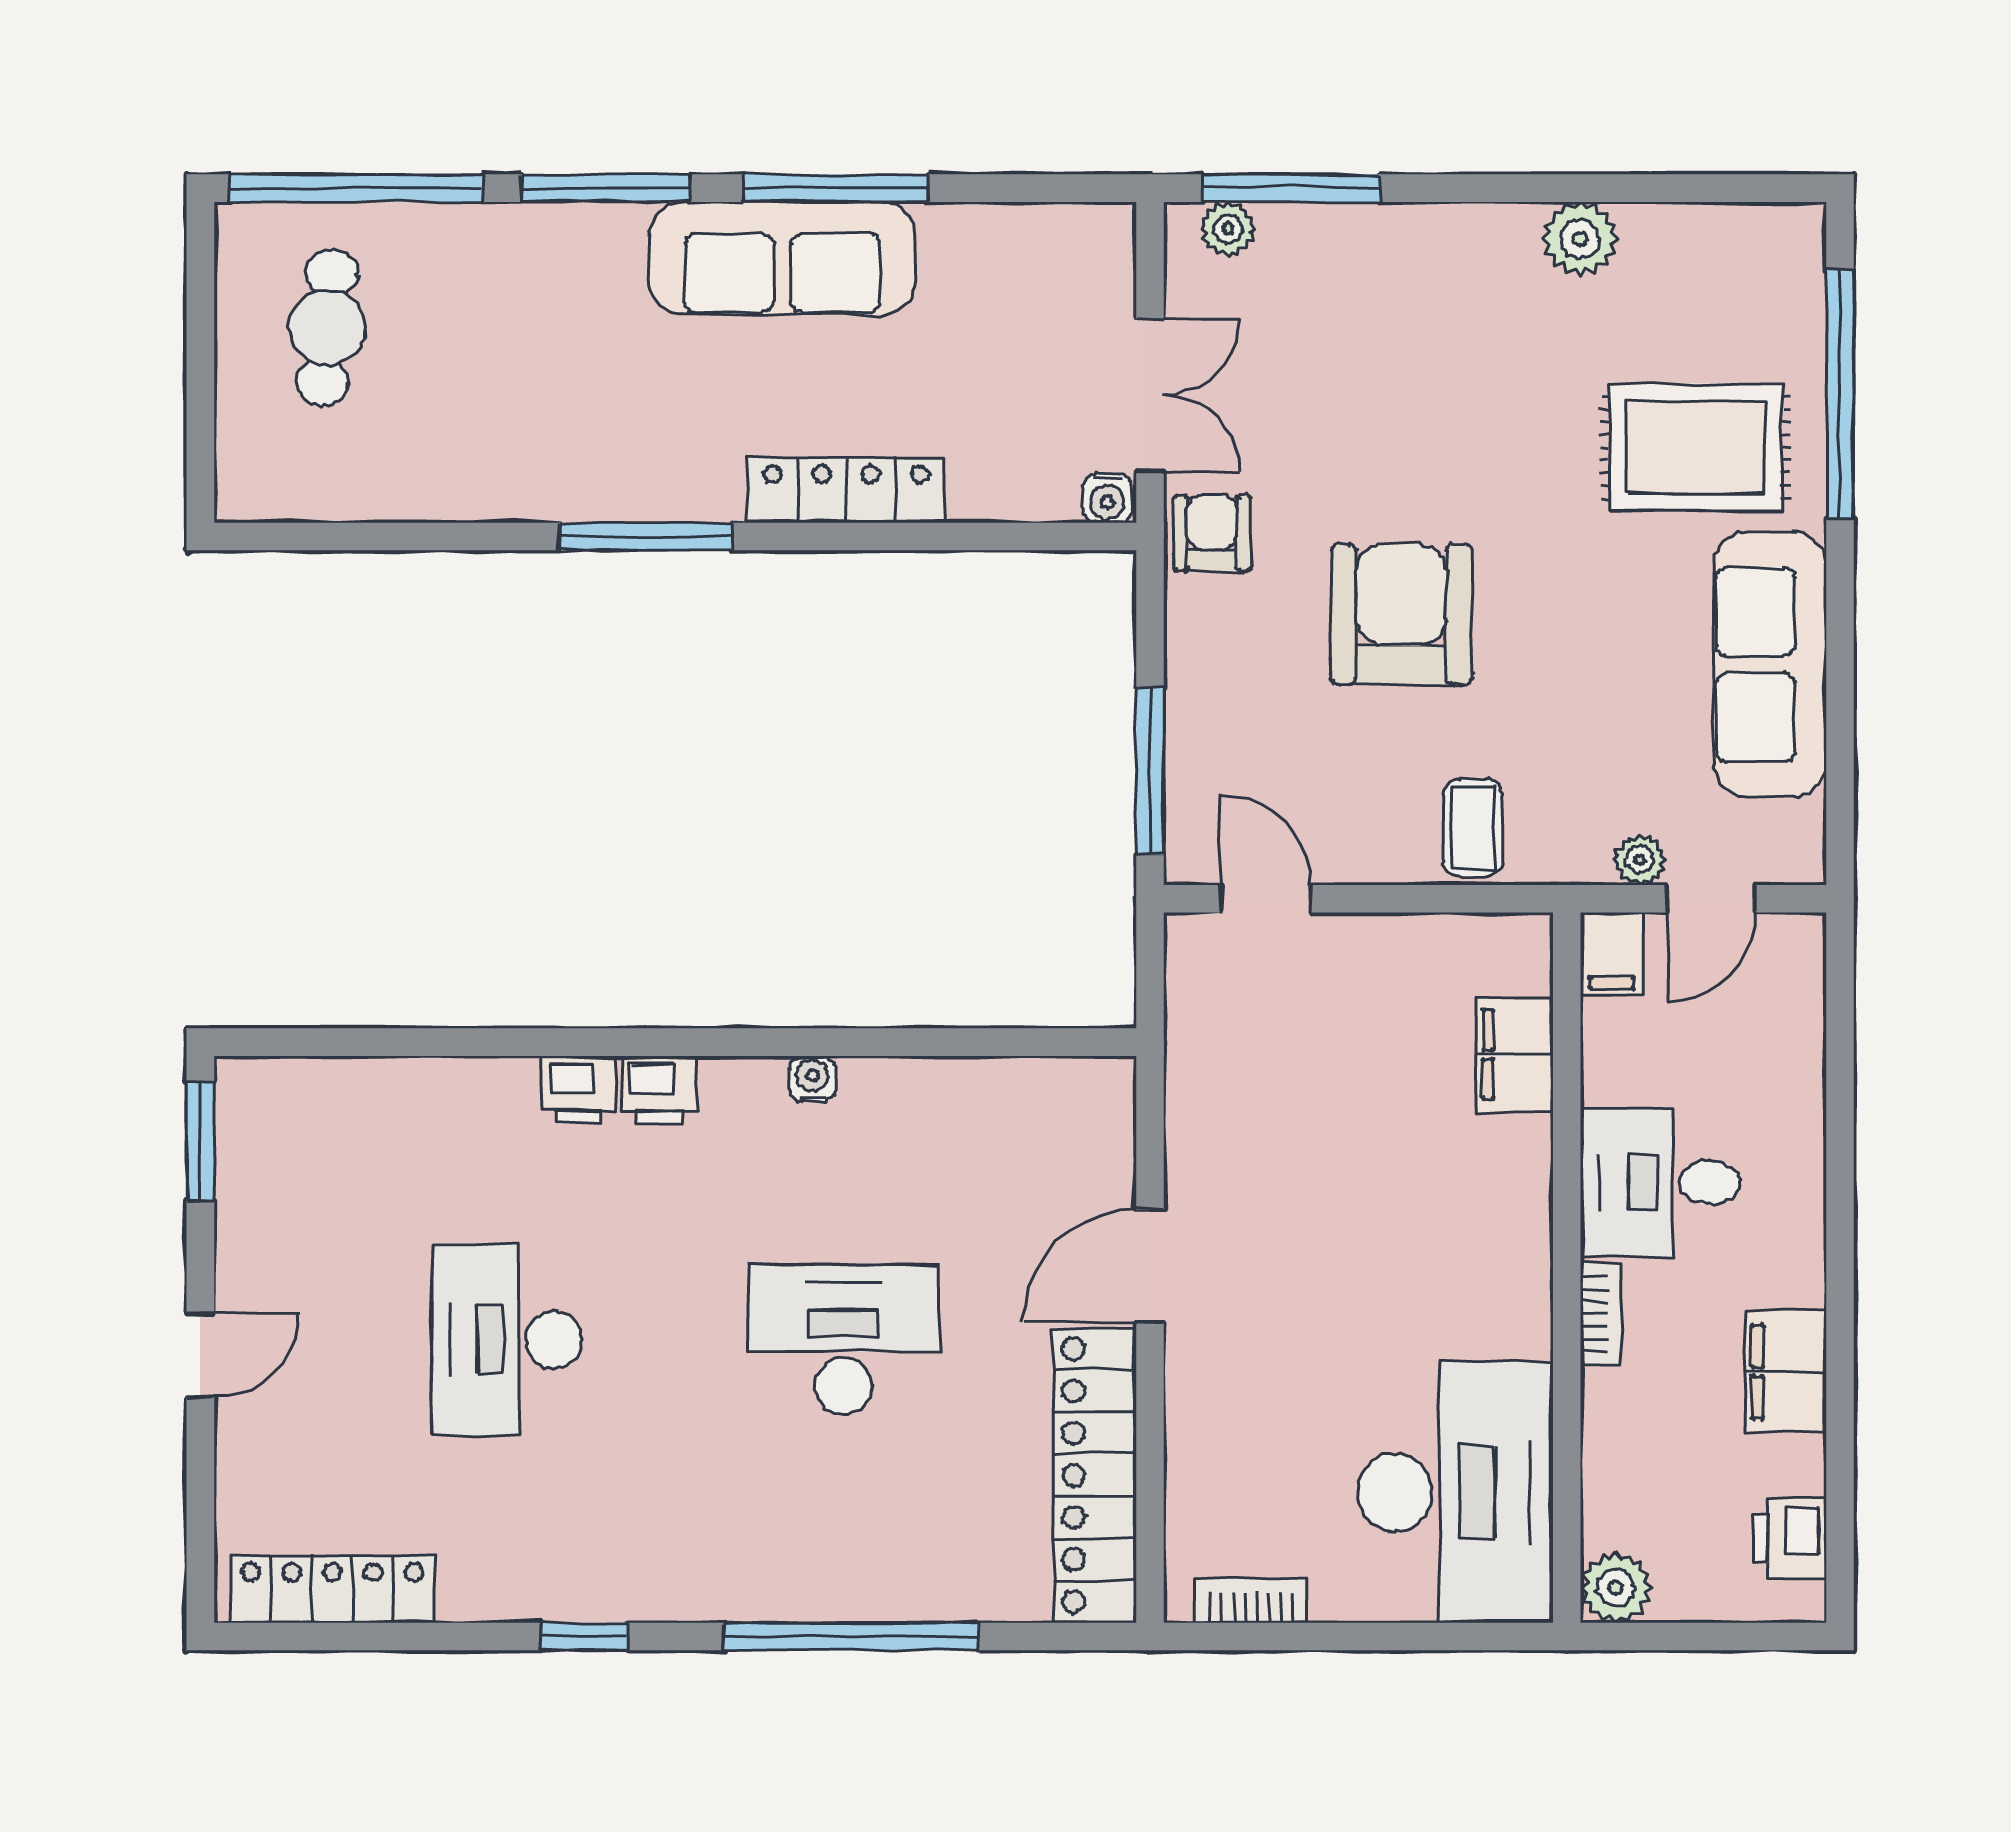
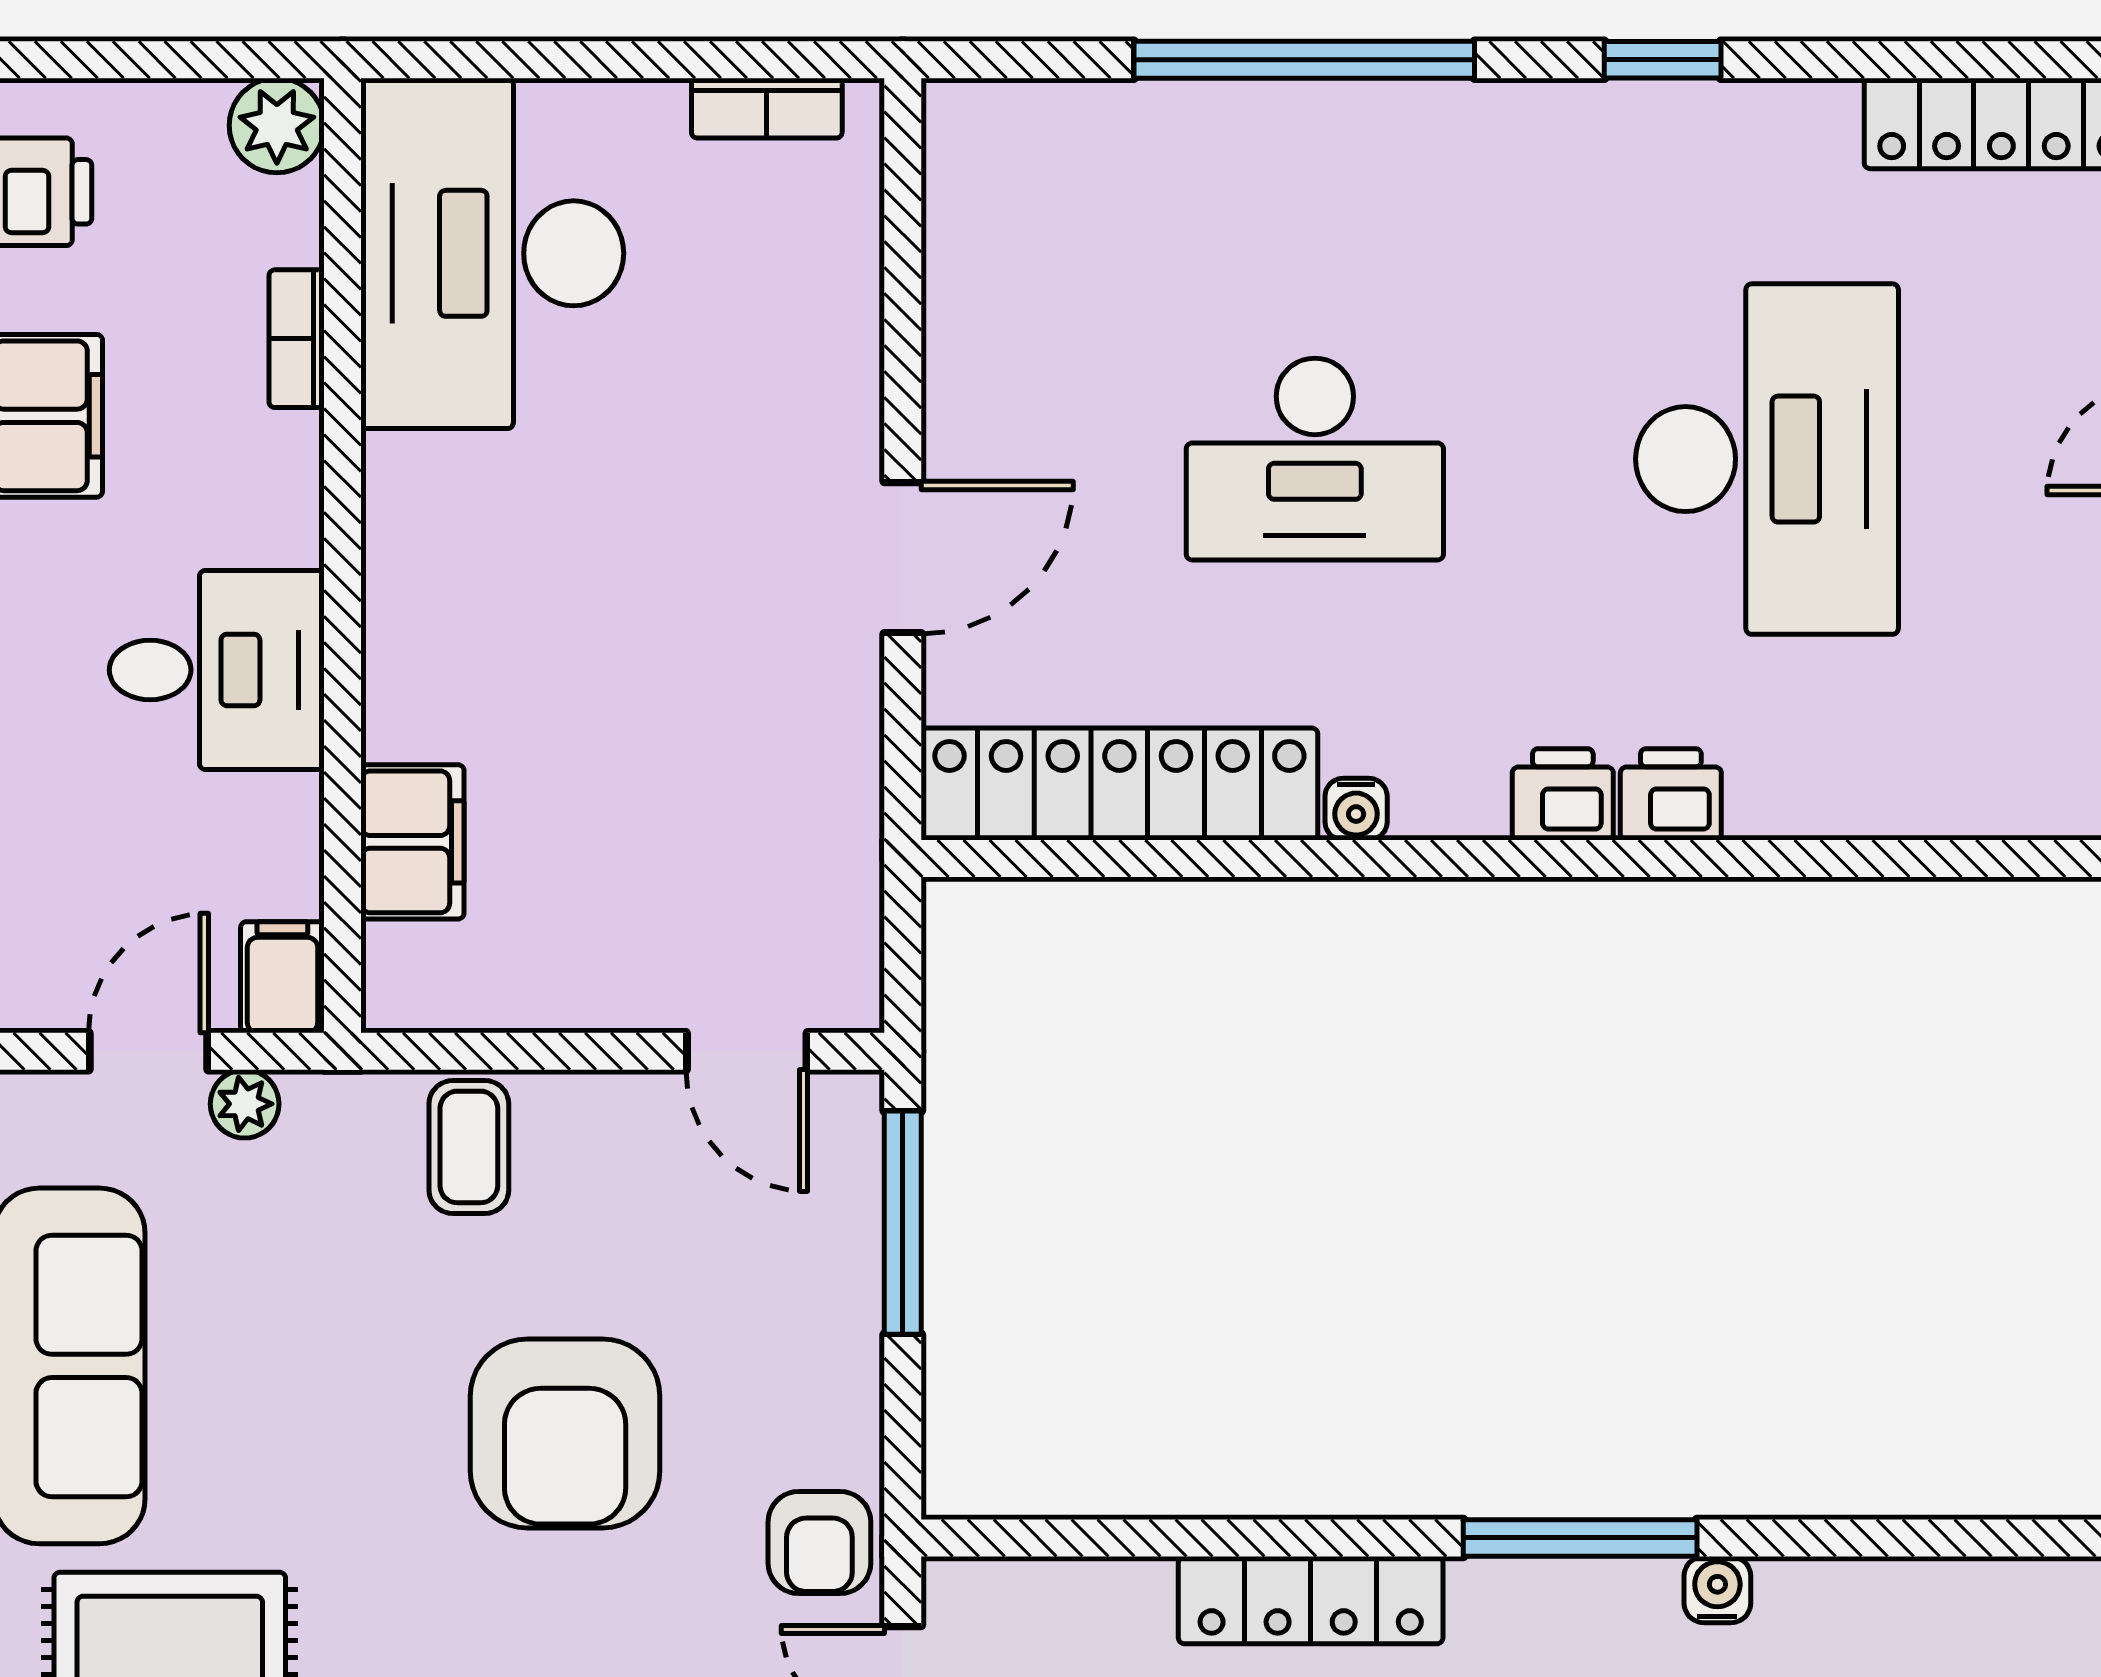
water cooler: (1107, 498) -> (1717, 1590), moved
bookcase: (1601, 1313) -> (297, 339), moved
desk: (507, 1339) -> (1767, 459), width x1.36, depth x1.30
locker: (1095, 1475) -> (1119, 784), moved, turned -90

